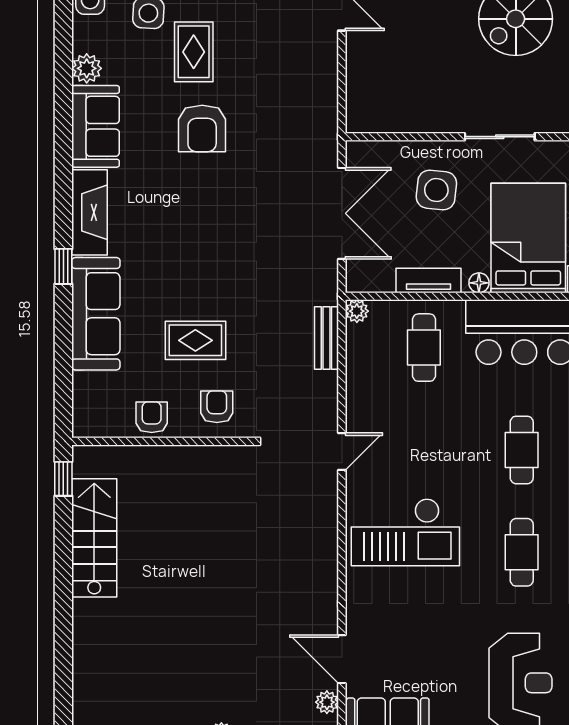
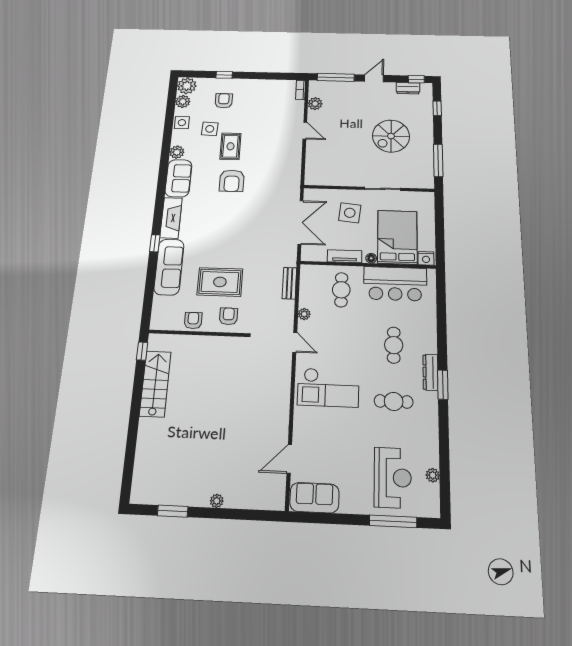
plant: (357, 311) -> (304, 314), moved
rug: (195, 340) -> (220, 282), width x1.36, depth x1.43
door: (342, 452) -> (295, 342), hinge flipped
cafe table: (522, 552) -> (394, 401), turned 90
door: (342, 659) -> (289, 459), hinge flipped
plant: (327, 702) -> (279, 484), removed

